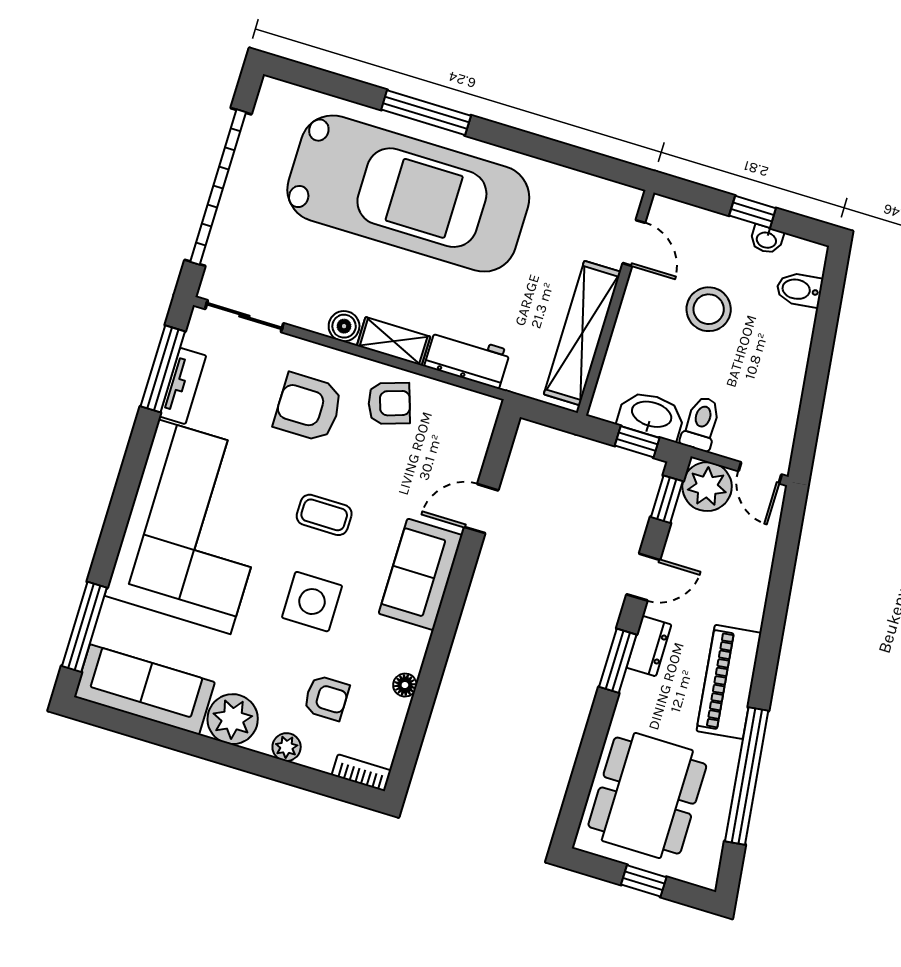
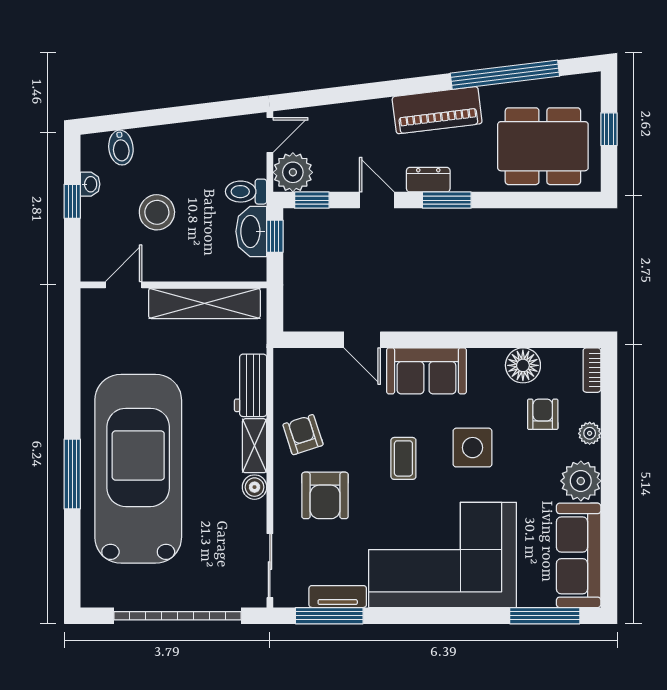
floor lamp: (405, 685) -> (523, 365), width x1.89, depth x1.89

